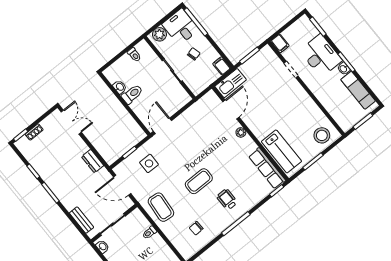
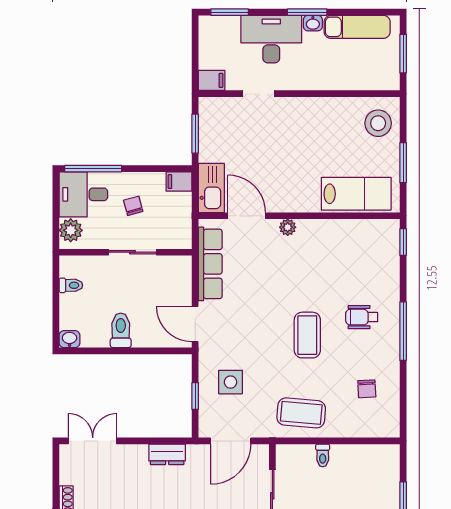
washbasin: (120, 87) -> (69, 339), moved
row of seats: (267, 168) -> (210, 264), moved, turned -90

